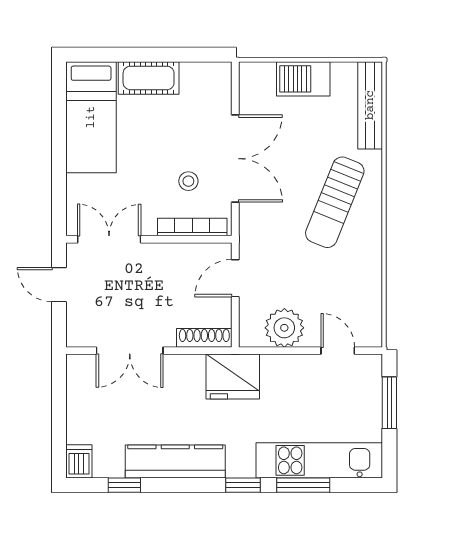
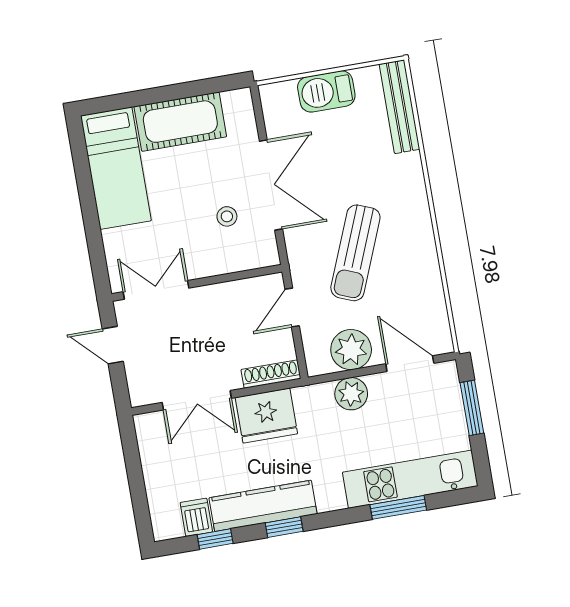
cot: (149, 78) -> (180, 122), width x1.37, depth x1.34
sun lounger: (335, 202) -> (355, 253), moved
bookcase: (192, 227) -> (239, 263), removed
door: (338, 351) -> (410, 364), width x1.38
plant: (277, 370) -> (351, 394), added
fridge: (233, 376) -> (266, 416), moved
dishwasher: (79, 461) -> (196, 517), moved
window: (243, 485) -> (284, 527), moved

